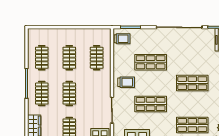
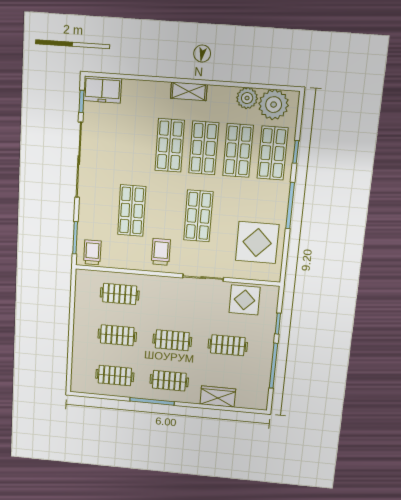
shop shelf: (192, 104) -> (204, 148), added

